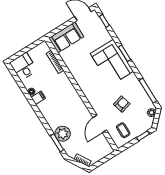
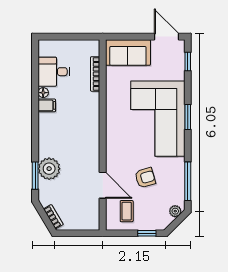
corner sofa: (112, 62) -> (158, 119), width x1.36, depth x1.36
desk: (23, 66) -> (54, 72), moved, turned -90
door: (100, 124) -> (103, 185), swing flipped

